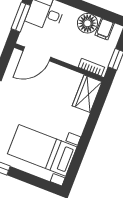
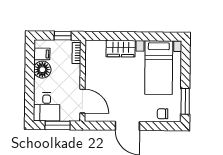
wardrobe: (87, 94) -> (121, 49), moved

